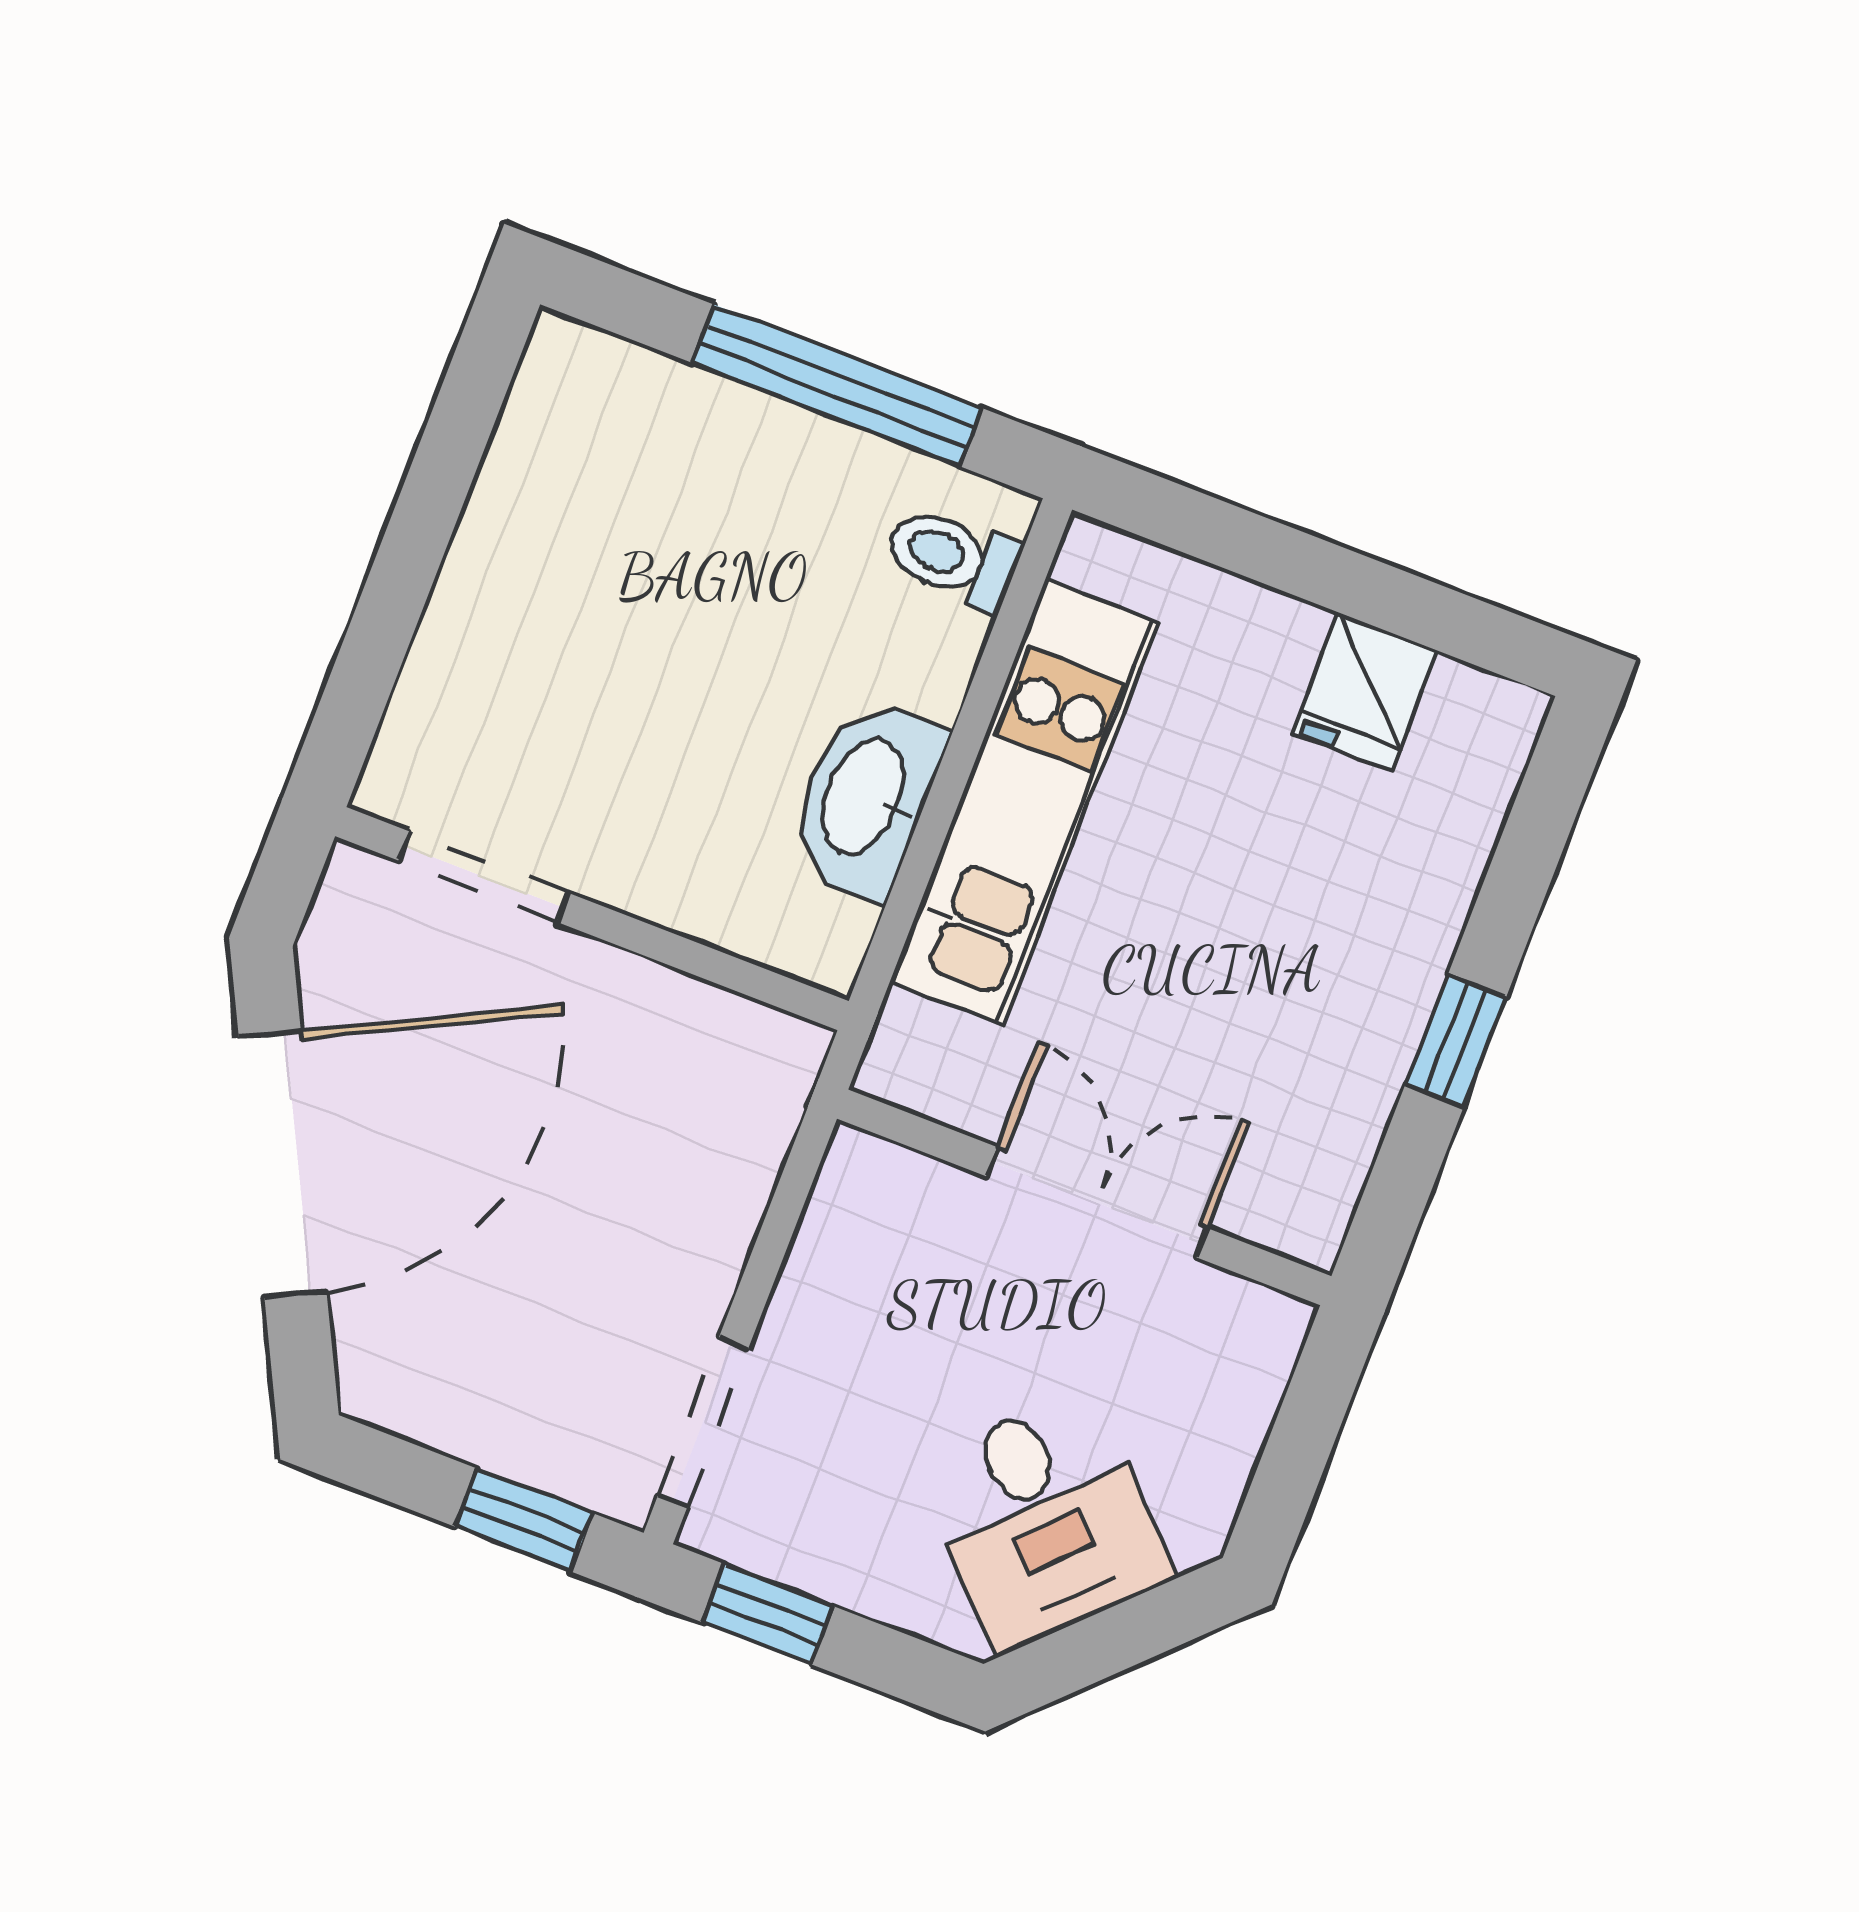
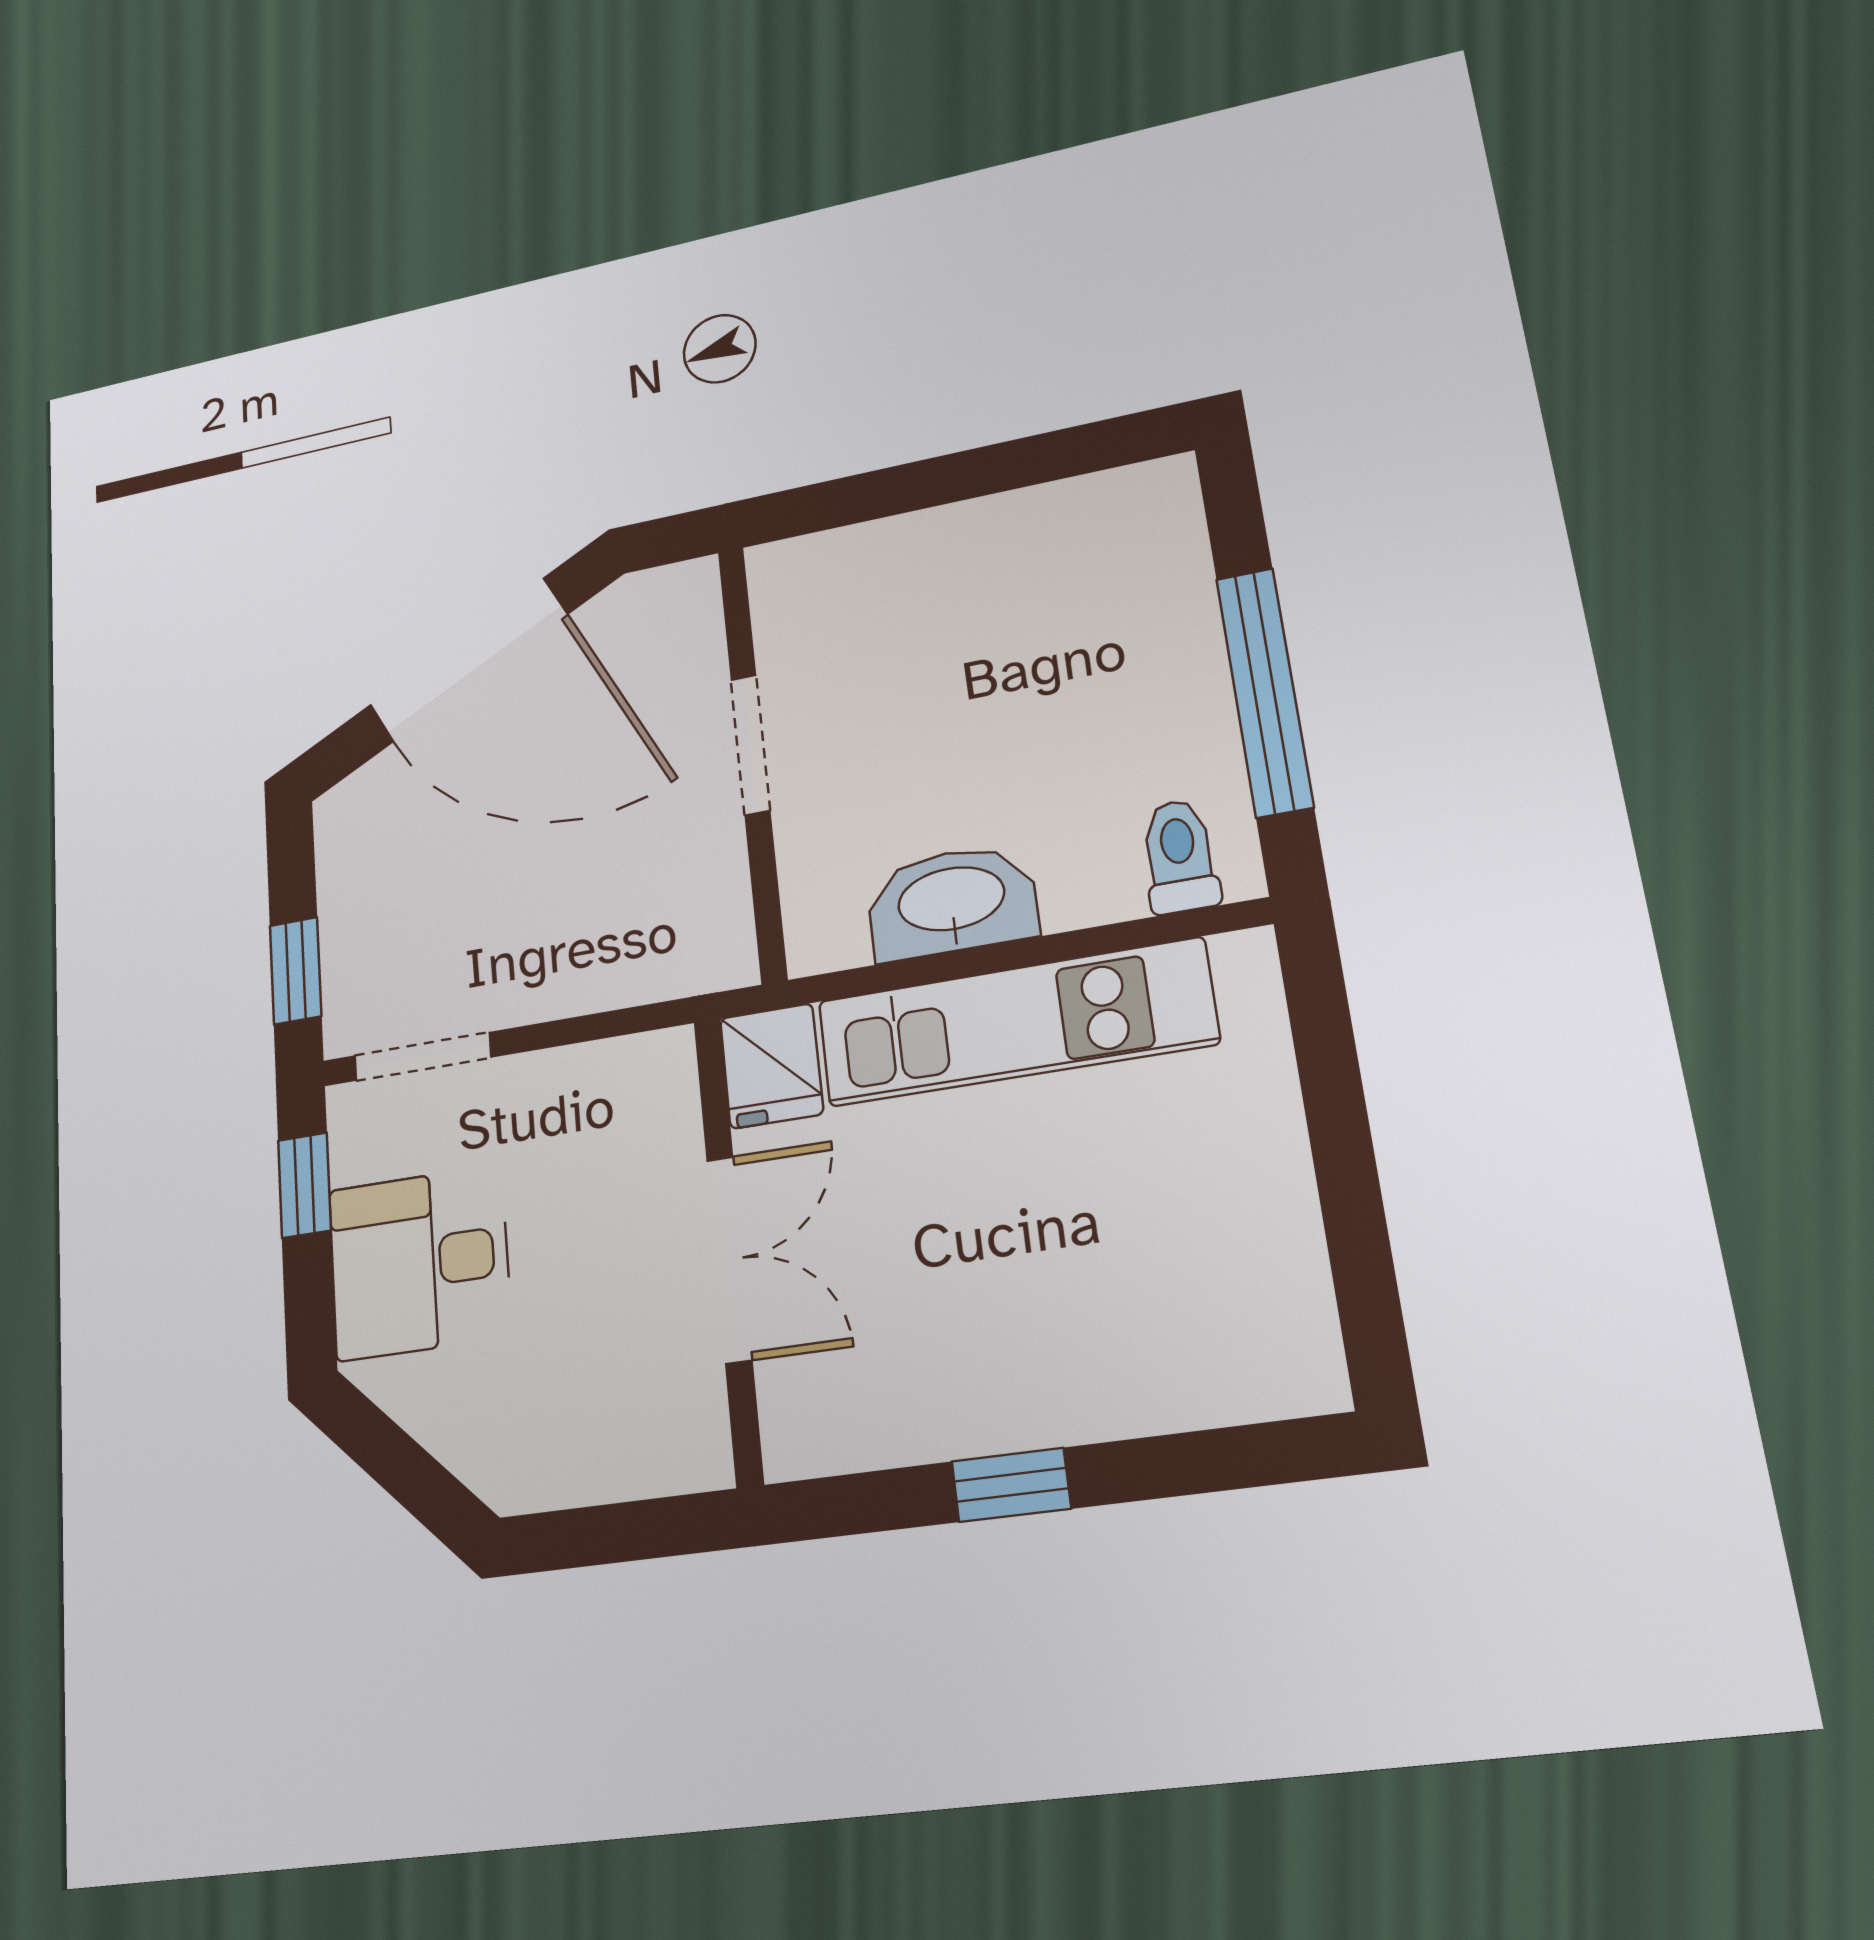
fridge: (1365, 691) -> (771, 1066), moved, turned -90
doorway: (483, 877) -> (750, 745), moved
desk: (1044, 1520) -> (419, 1263), moved, turned 45

